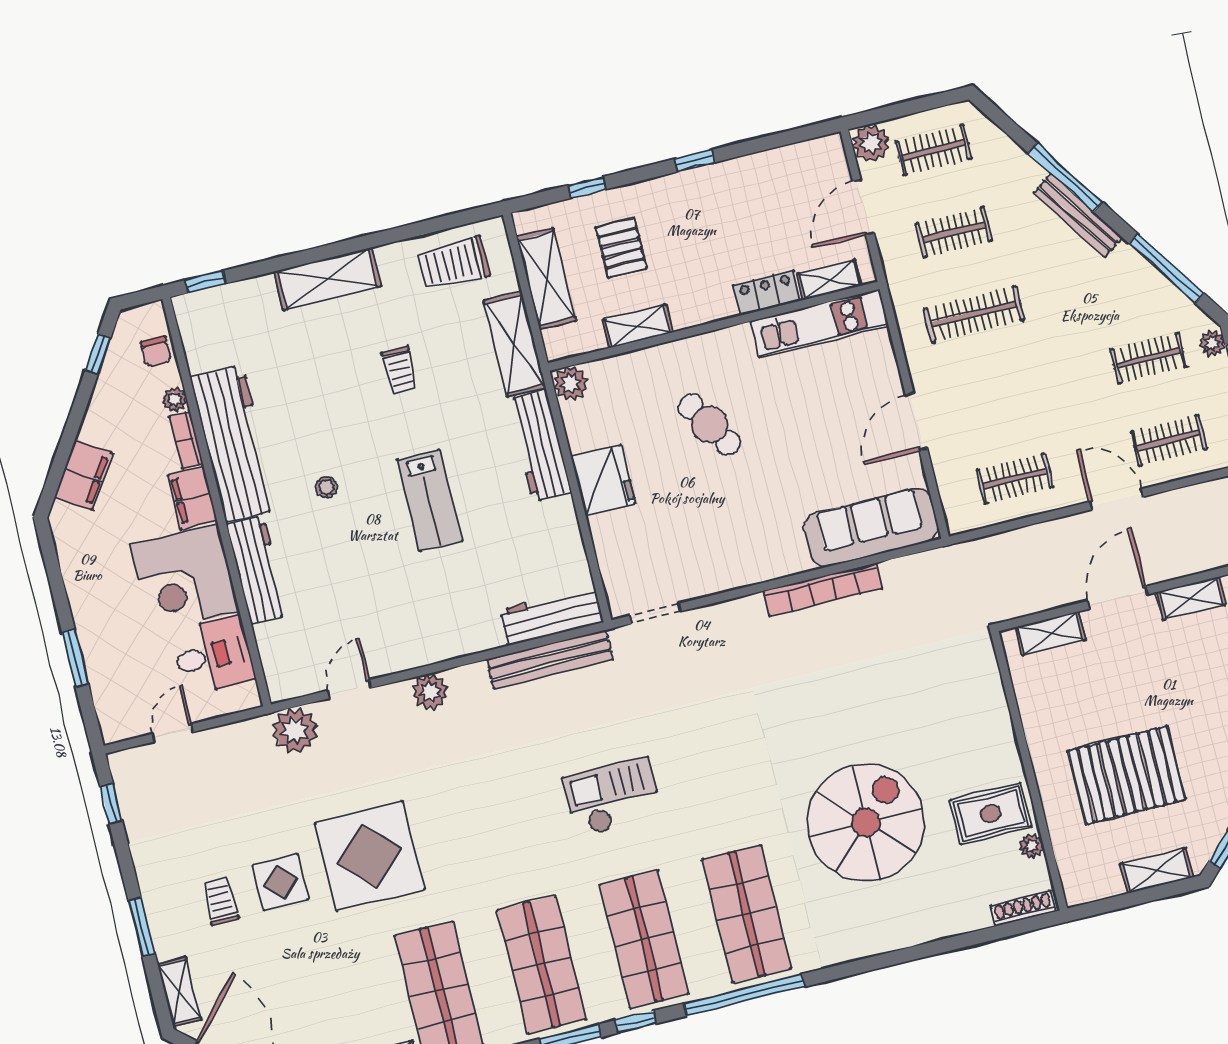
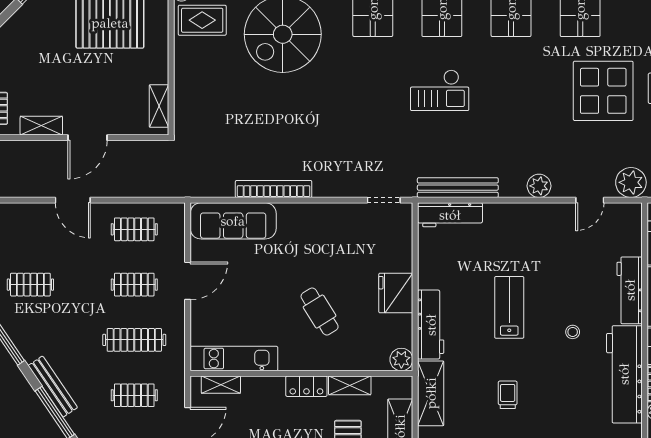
locker: (767, 293) -> (306, 386), moved
clothes rail: (1169, 440) -> (134, 285), moved
shelving: (1050, 633) -> (159, 106), moved, turned 90

